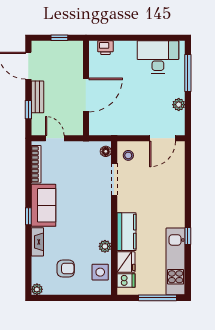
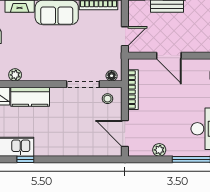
door: (86, 95) -> (169, 56), width x0.73
bookcase: (119, 130) -> (133, 90), added
door: (55, 138) -> (125, 36), moved

